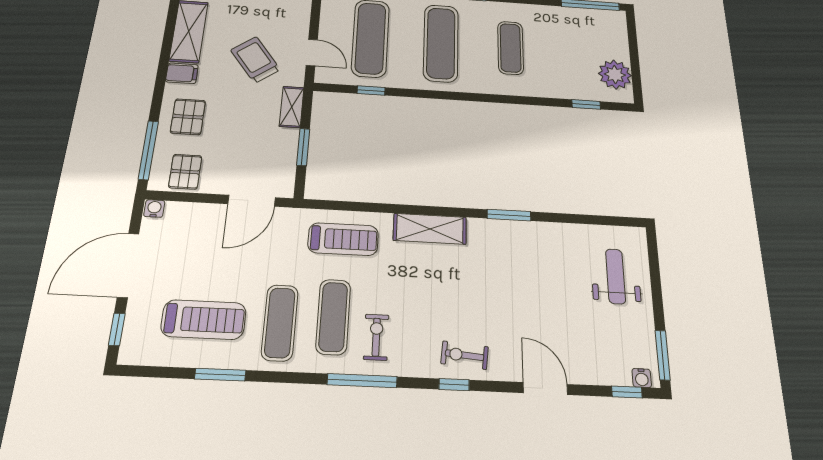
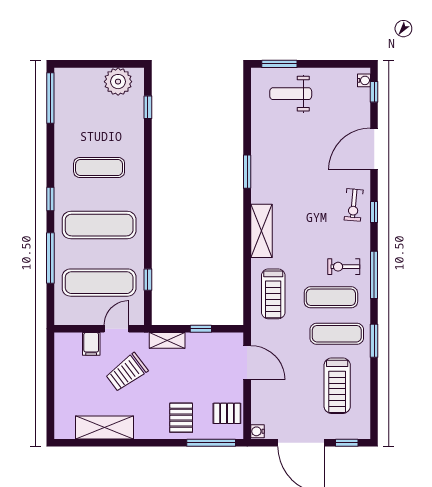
filing cabinet: (182, 73) -> (91, 344), moved, turned 180
pallet: (188, 117) -> (181, 418), turned 90
window: (303, 147) -> (201, 329), width x0.67
treadmill: (343, 239) -> (273, 294), turned 180
treadmill: (204, 320) -> (337, 386), turned 180
window: (663, 355) -> (279, 64), moved
window: (220, 375) -> (374, 341), moved
door: (545, 389) -> (374, 149), width x1.36

